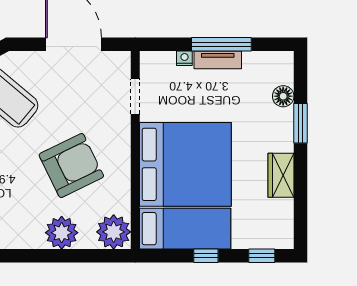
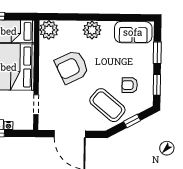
plant: (62, 233) -> (92, 30), moved

